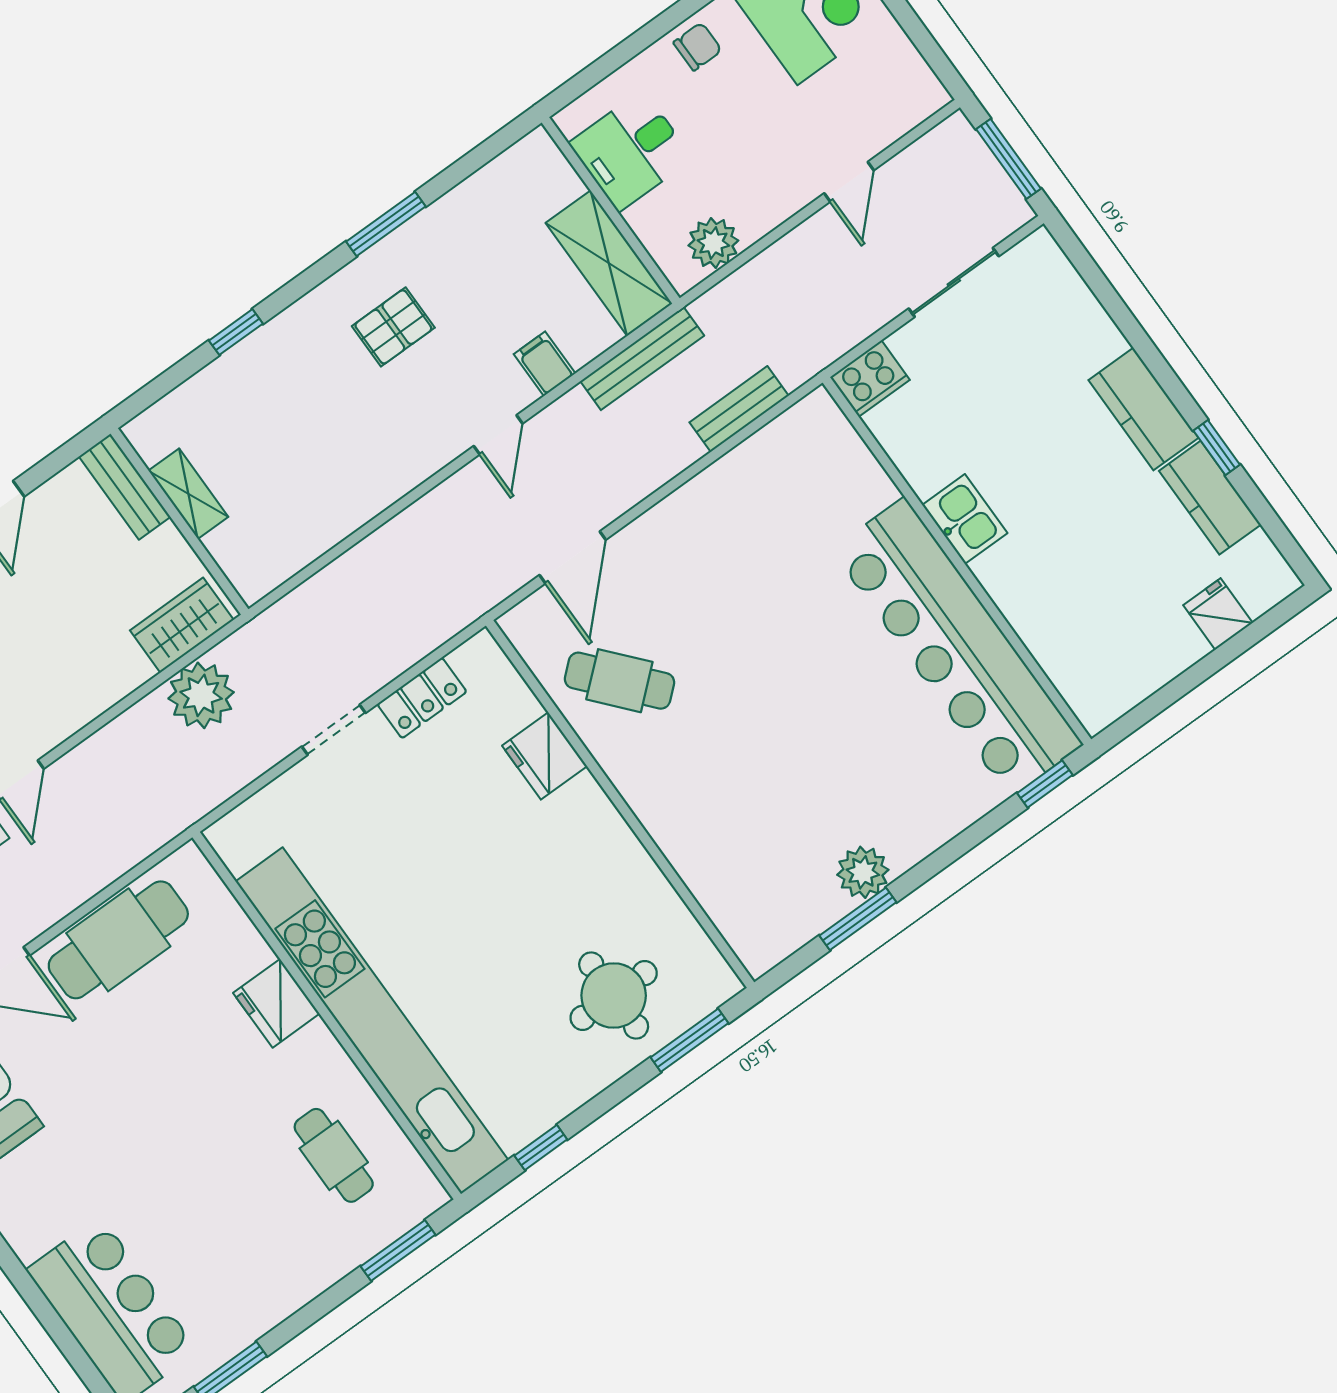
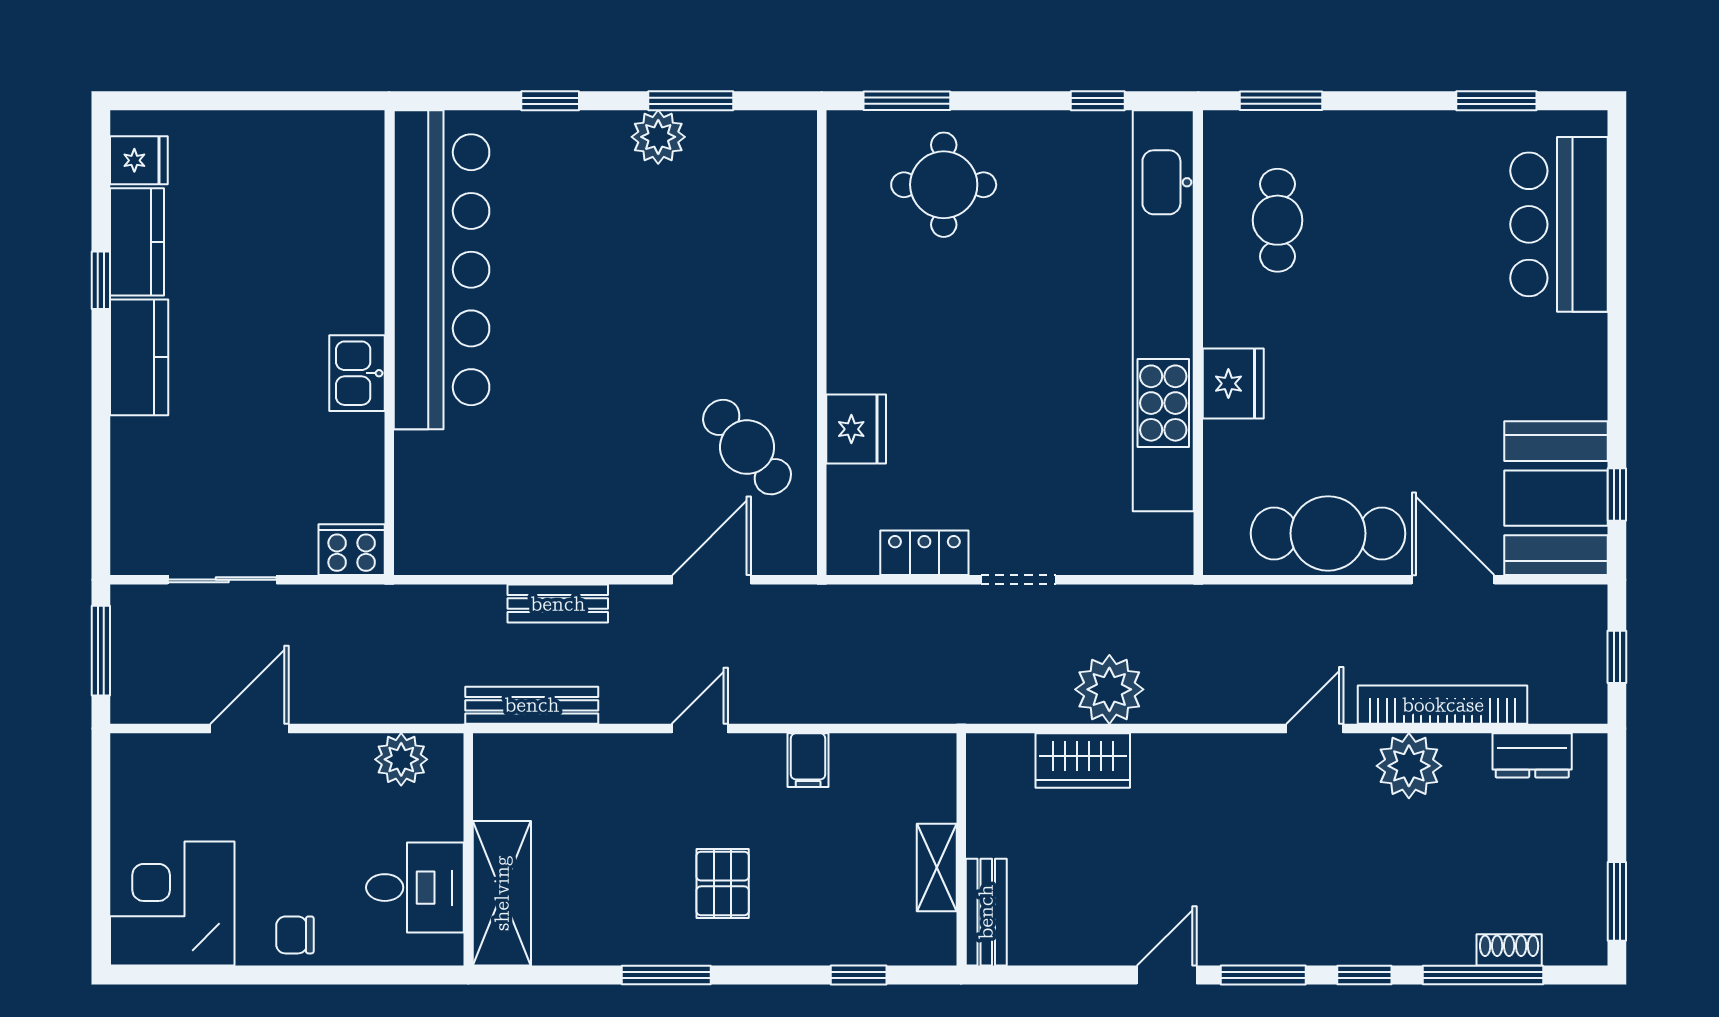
door: (849, 182) -> (249, 729), width x1.38
shelving: (609, 263) -> (502, 893), moved
pallet: (393, 327) -> (723, 883), turned 90
filing cabinet: (545, 364) -> (808, 760), moved
bench: (739, 409) -> (558, 604), moved
bench: (125, 487) -> (986, 912), moved
shelving: (188, 494) -> (937, 867), moved
wall: (179, 521) -> (961, 849), moved
fridge: (1218, 614) -> (139, 160), moved, turned -90
window: (1045, 784) -> (550, 101), moved

